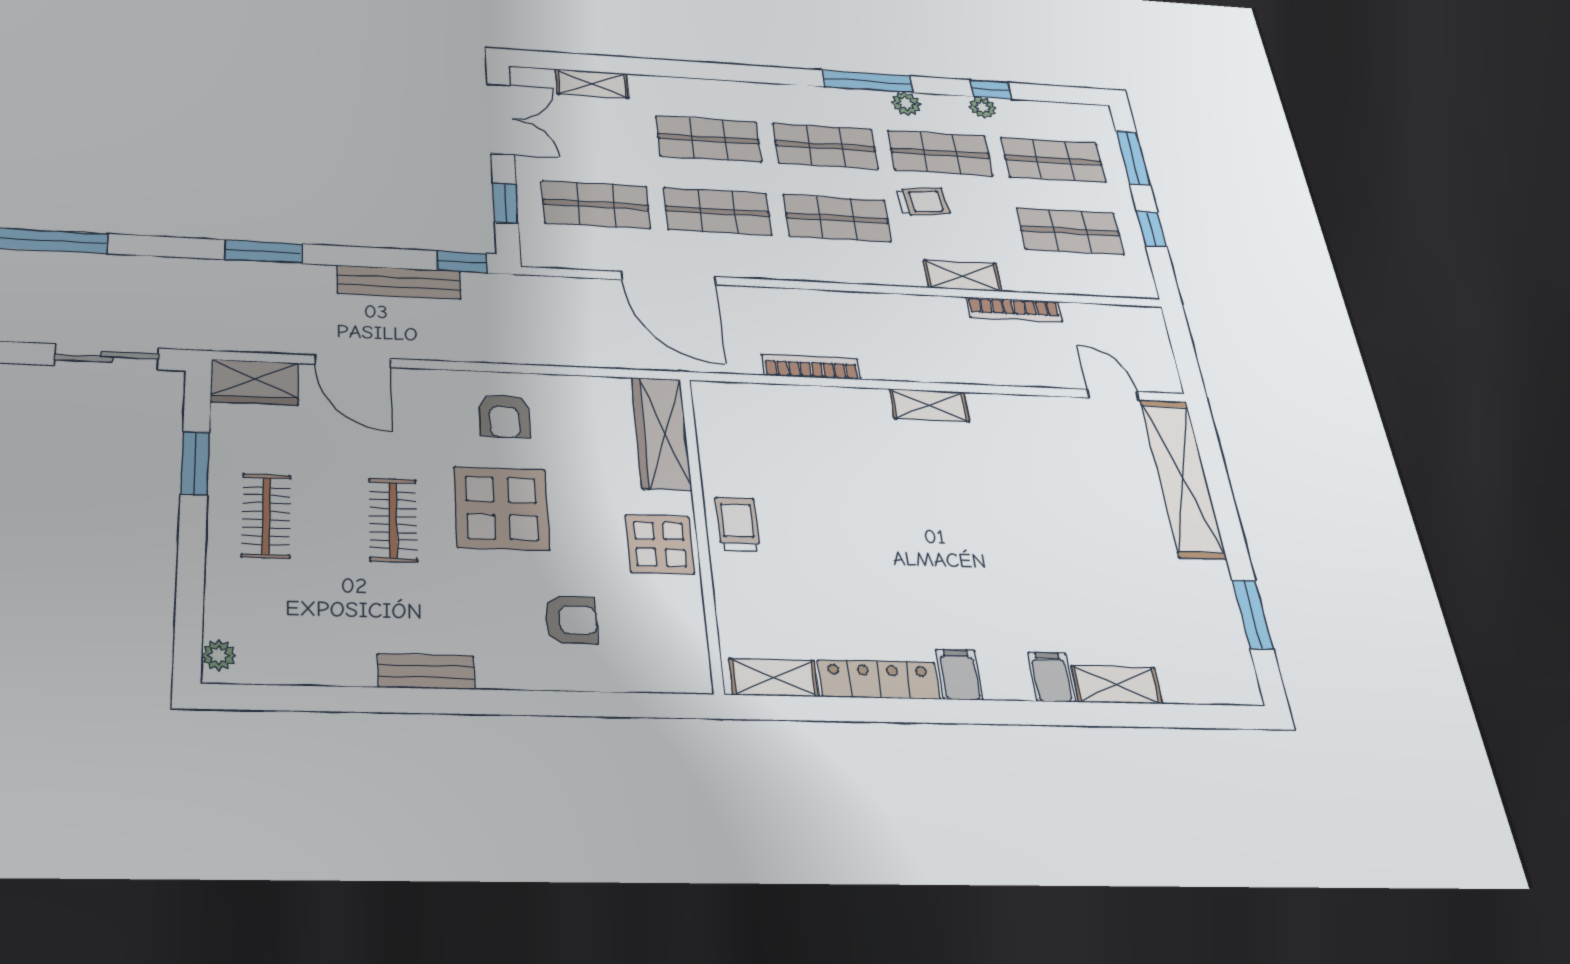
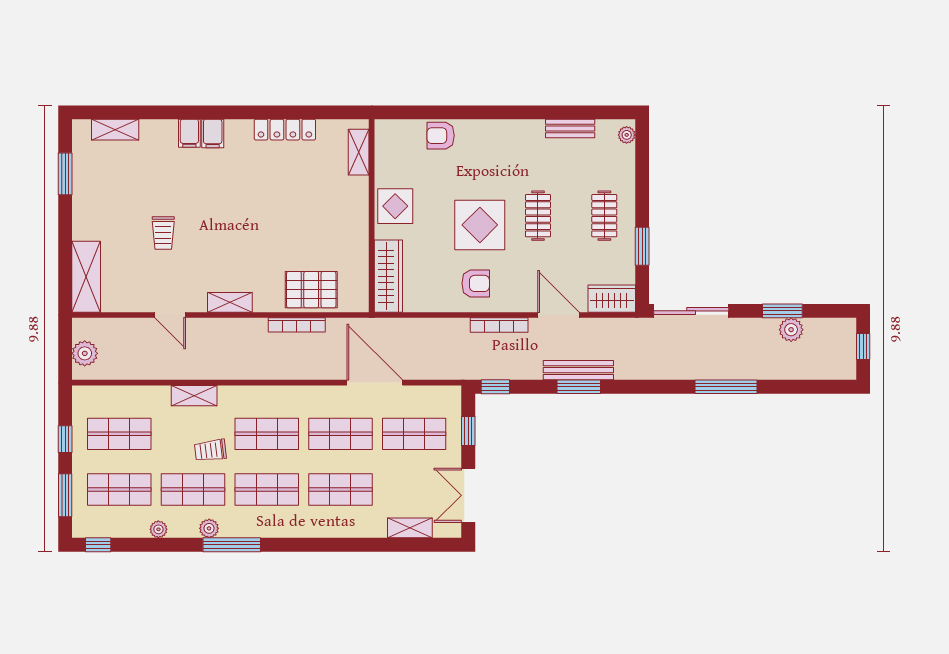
window: (991, 89) -> (98, 545), moved
window: (264, 252) -> (579, 387), moved
bench: (399, 282) -> (578, 370), moved
bookcase: (1014, 309) -> (499, 325), moved, turned 180
plant: (1151, 343) -> (85, 353), added
sliding door: (107, 357) -> (691, 311), width x1.37
door: (1113, 395) -> (170, 315), moved
armchair: (504, 416) -> (476, 283), turned 90
pallet: (794, 418) -> (311, 290), added
shelving: (1183, 478) -> (86, 277), width x0.68
trolley: (738, 524) -> (163, 233), moved
armchair: (571, 620) -> (441, 136), moved
bench: (426, 672) -> (570, 128), moved
filing cabinet: (959, 675) -> (213, 134), moved
shelving: (774, 678) -> (359, 152), moved, turned 90
shelving: (1117, 685) -> (115, 130), moved

